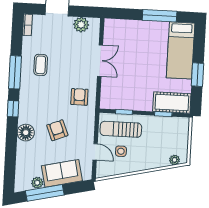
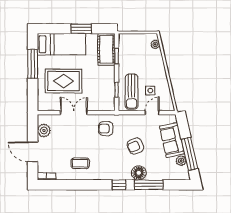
rug: (138, 51) -> (64, 81), added
window: (15, 72) -> (149, 185), moved

